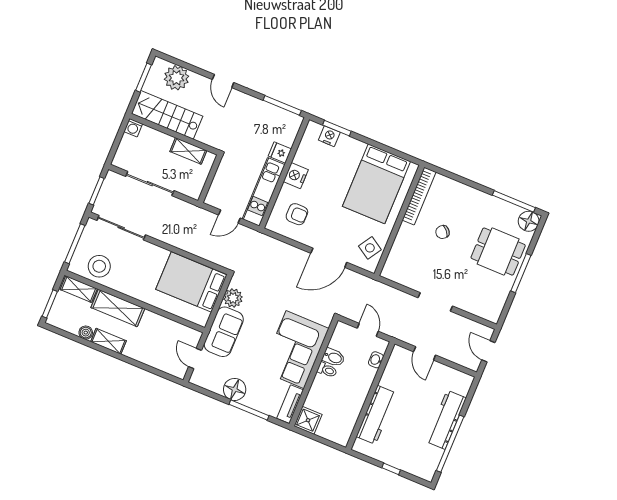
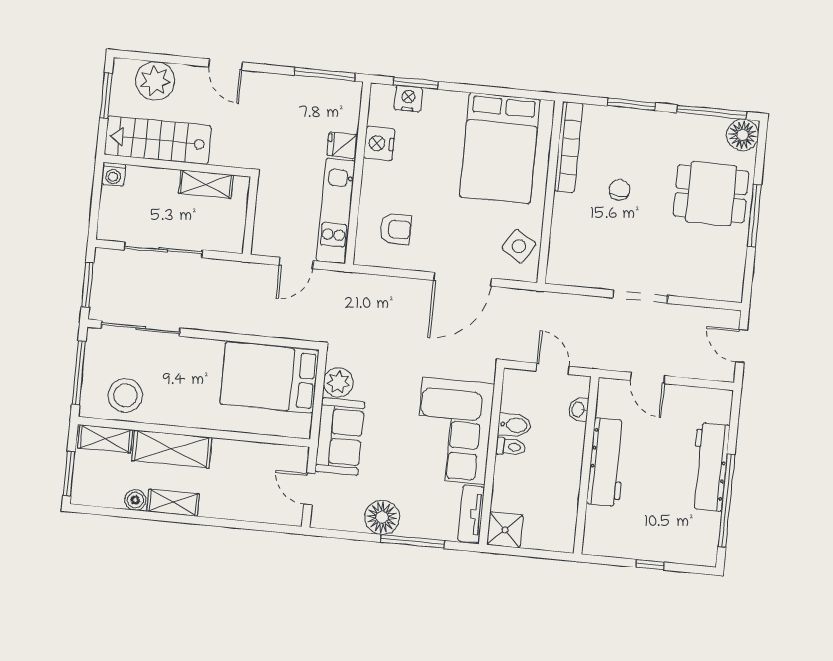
nightstand: (296, 176) -> (379, 143), moved
window: (466, 182) -> (632, 104), added
chair: (442, 232) -> (620, 190), turned 132
workbench: (376, 415) -> (607, 462), moved

